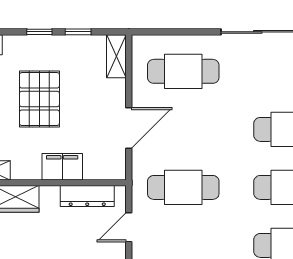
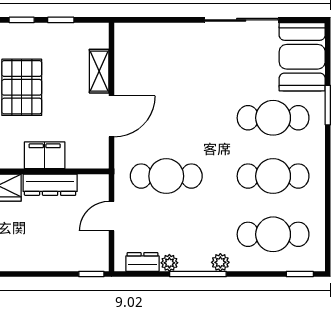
shelving: (116, 56) -> (99, 71), moved
cafe table: (183, 71) -> (166, 59), removed
dresser: (87, 196) -> (50, 185), moved

